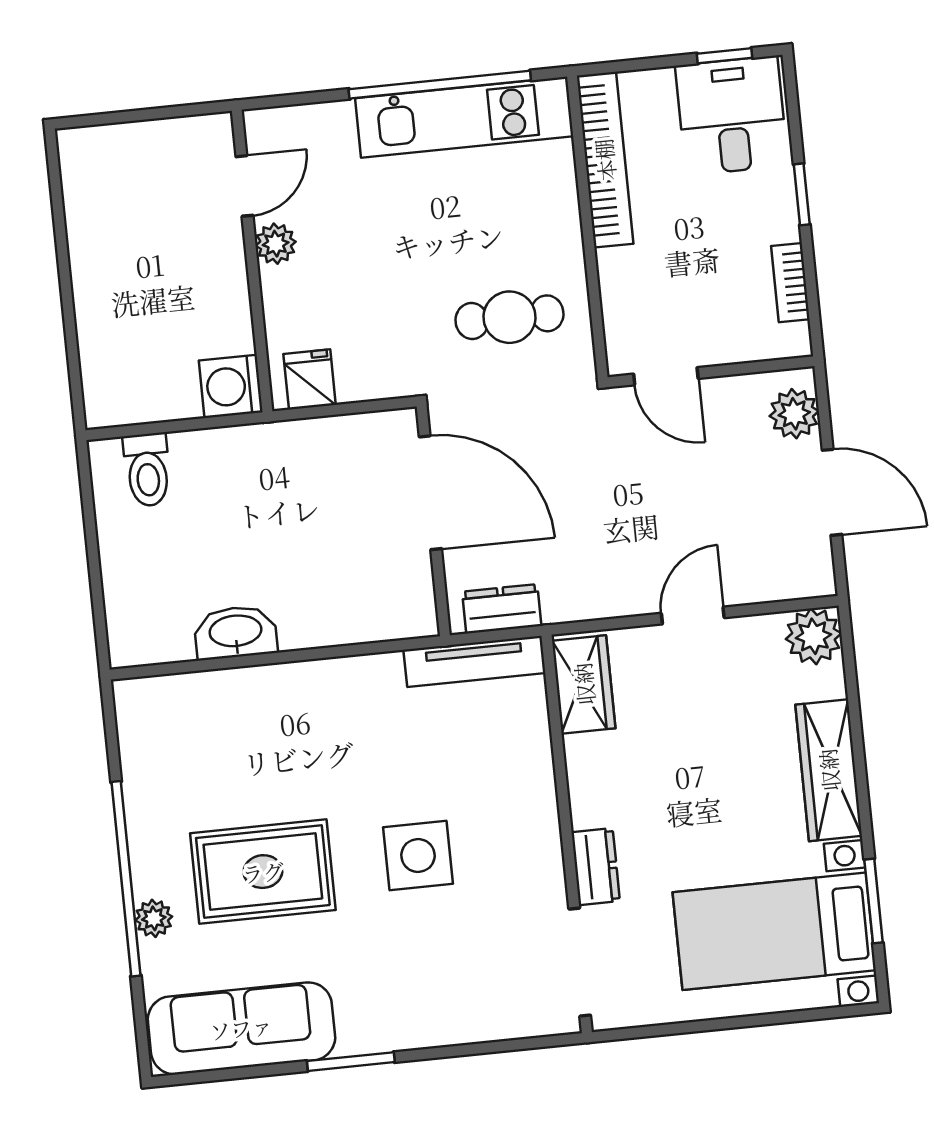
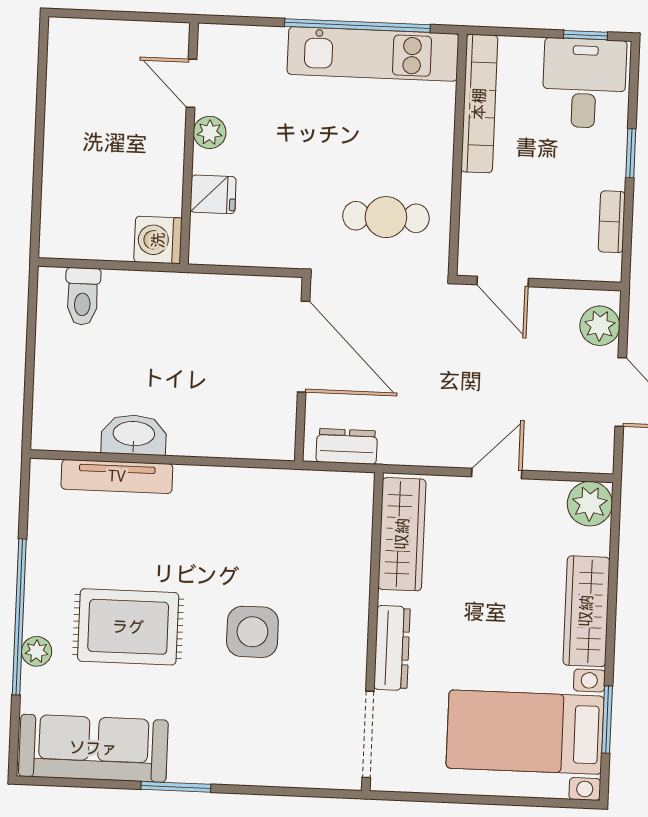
door: (244, 186) -> (192, 83), swing flipped
fridge: (310, 379) -> (213, 194), moved, turned 90
tv unit: (475, 661) -> (117, 476), moved
wardrobe: (584, 684) -> (402, 534), width x1.50
dresser: (596, 867) -> (392, 648), width x1.44

